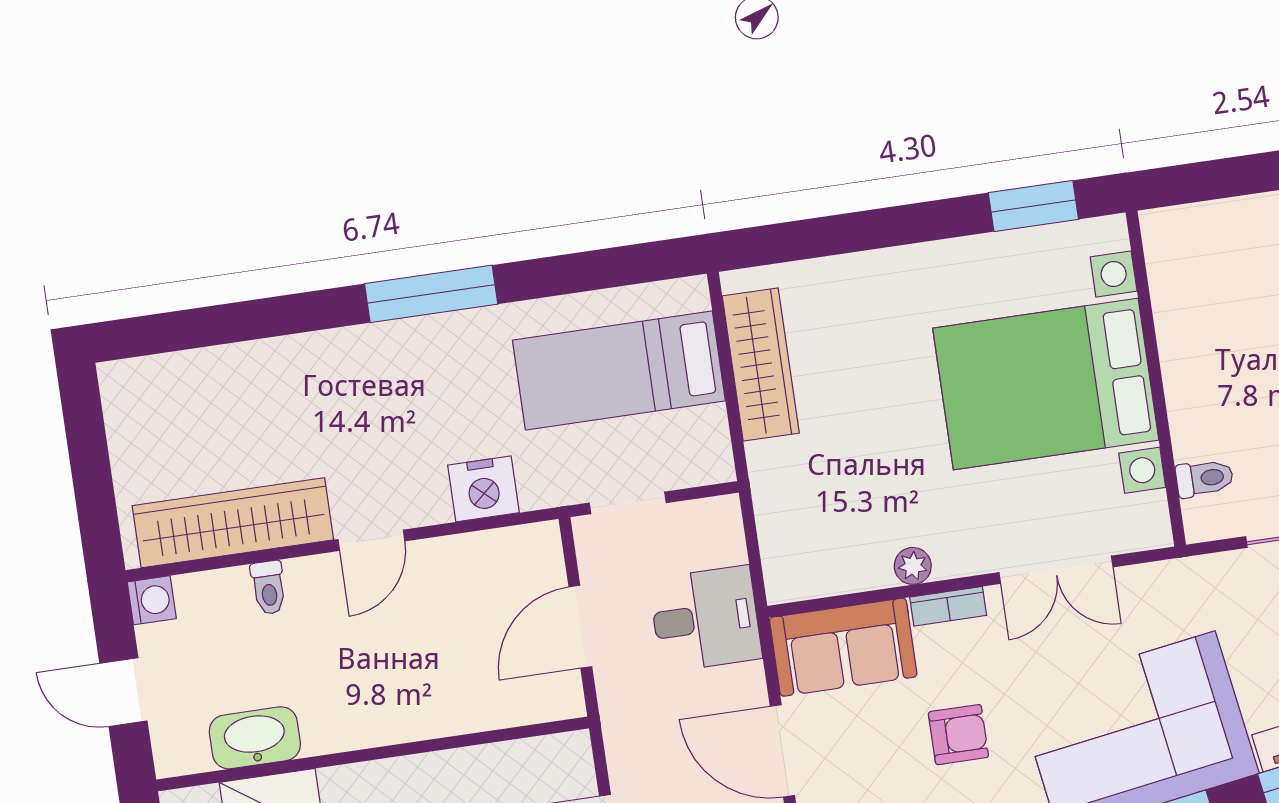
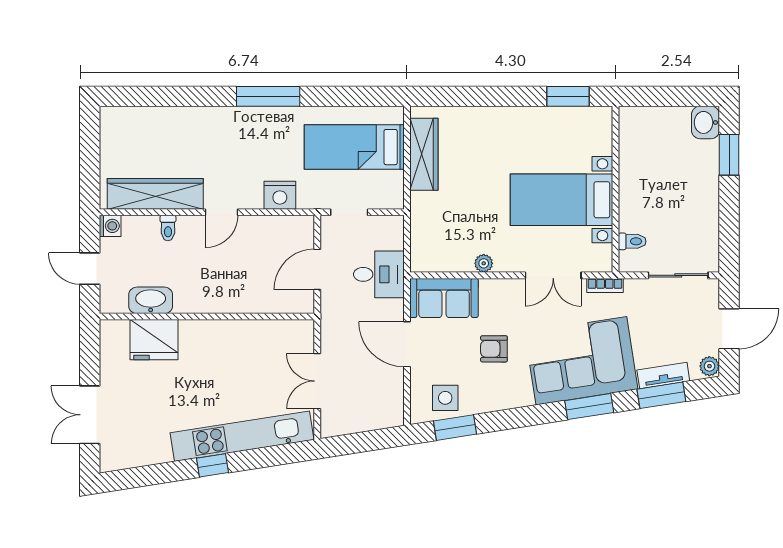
bed with nightstands: (1046, 384) -> (561, 200), width x0.73
bookcase: (948, 606) -> (605, 286), moved
armchair: (958, 735) -> (494, 349), turned 180

